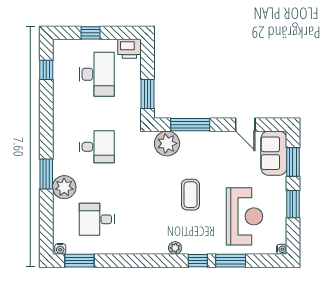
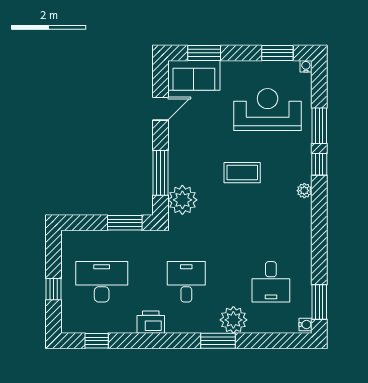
printer: (129, 49) -> (151, 322), moved, turned -90
window: (293, 204) -> (277, 53), moved

